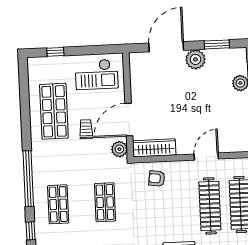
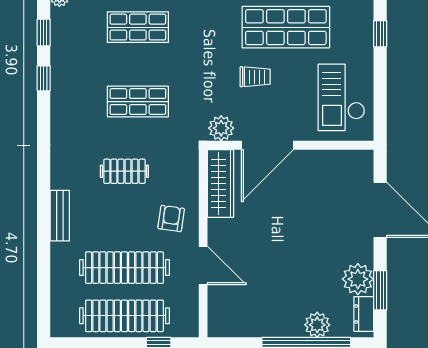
dresser: (232, 54) -> (364, 314), added
plant: (196, 59) -> (358, 279), moved
door: (129, 120) -> (267, 145), swing flipped
armchair: (157, 178) -> (171, 218), moved
clothes rail: (149, 209) -> (124, 171), added

